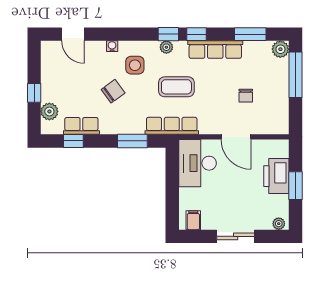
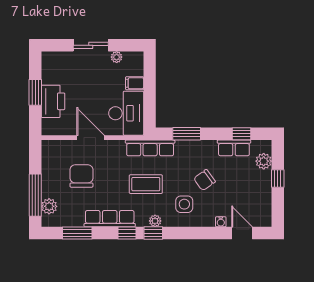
water cooler: (112, 46) -> (221, 222), moved
plant: (280, 49) -> (49, 206), moved
chair: (246, 96) -> (81, 176), width x1.87, depth x1.87
filing cabinet: (193, 220) -> (135, 83), moved, turned 90
plant: (279, 224) -> (117, 57), moved

